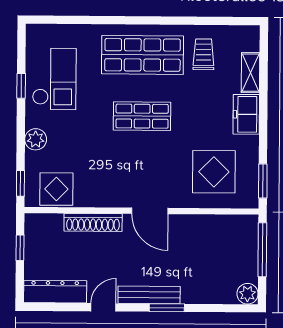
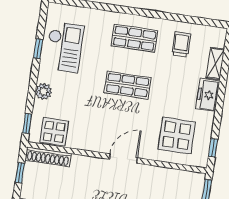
shop shelf: (143, 55) -> (135, 38), width x0.70, depth x0.74
window: (263, 181) -> (213, 148), width x0.67
door: (150, 211) -> (123, 159), swing flipped
shoe rack: (93, 222) -> (48, 157), moved

